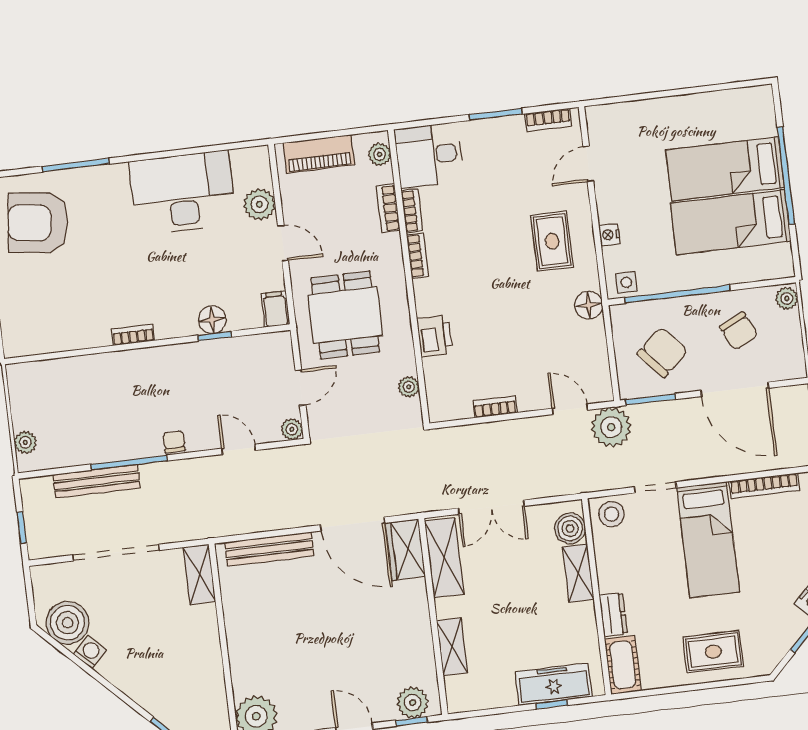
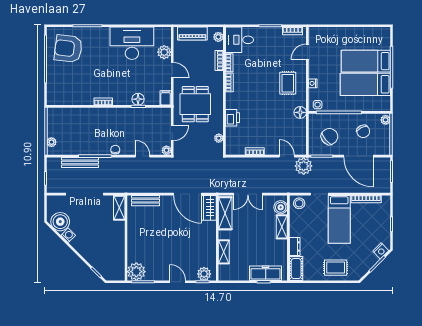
bench: (269, 549) -> (145, 201), width x0.73

